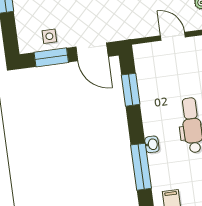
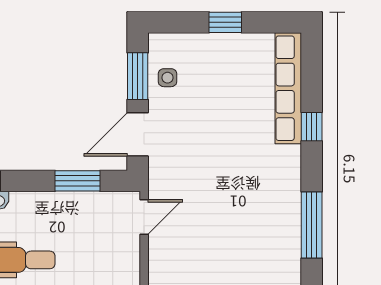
door: (173, 36) -> (144, 217), moved

